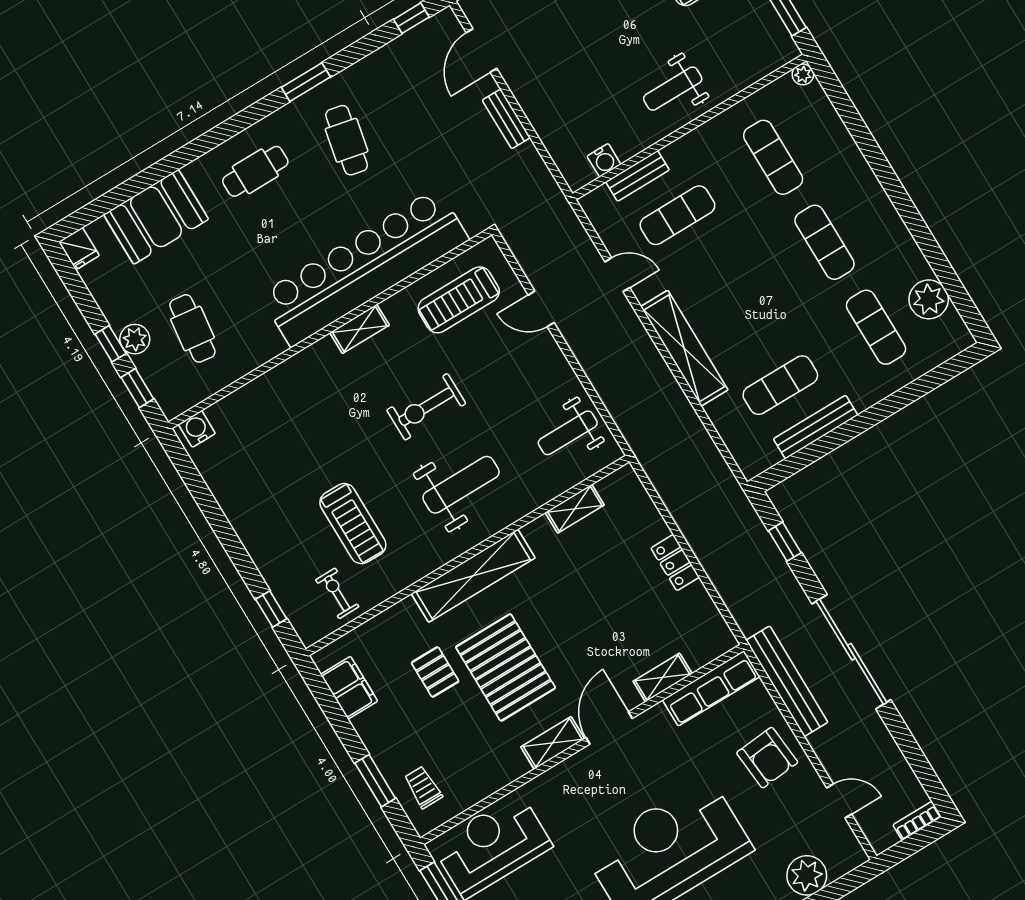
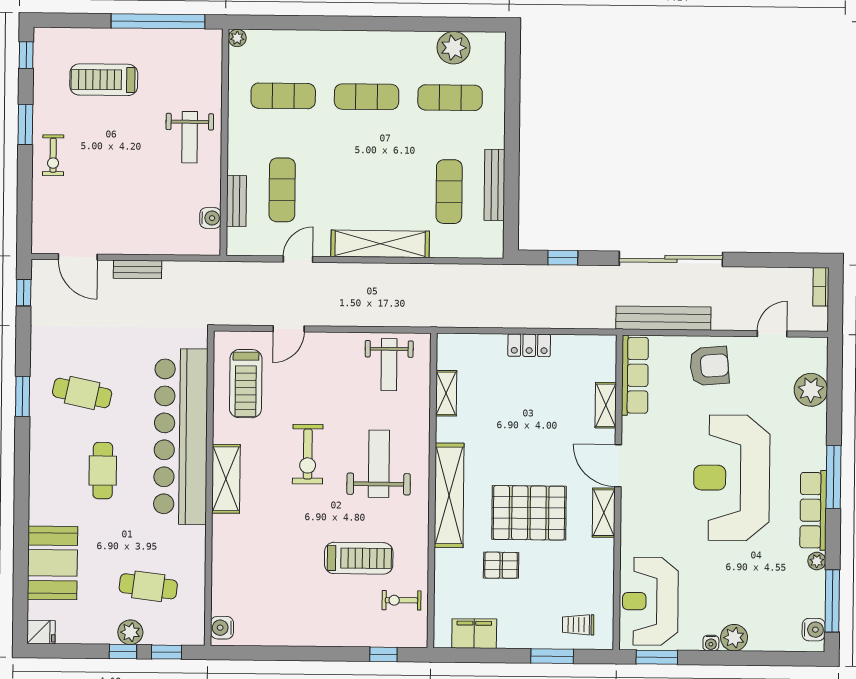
cafe table: (255, 171) -> (103, 471), moved
shelving: (360, 329) -> (226, 479), width x1.50, depth x1.33

